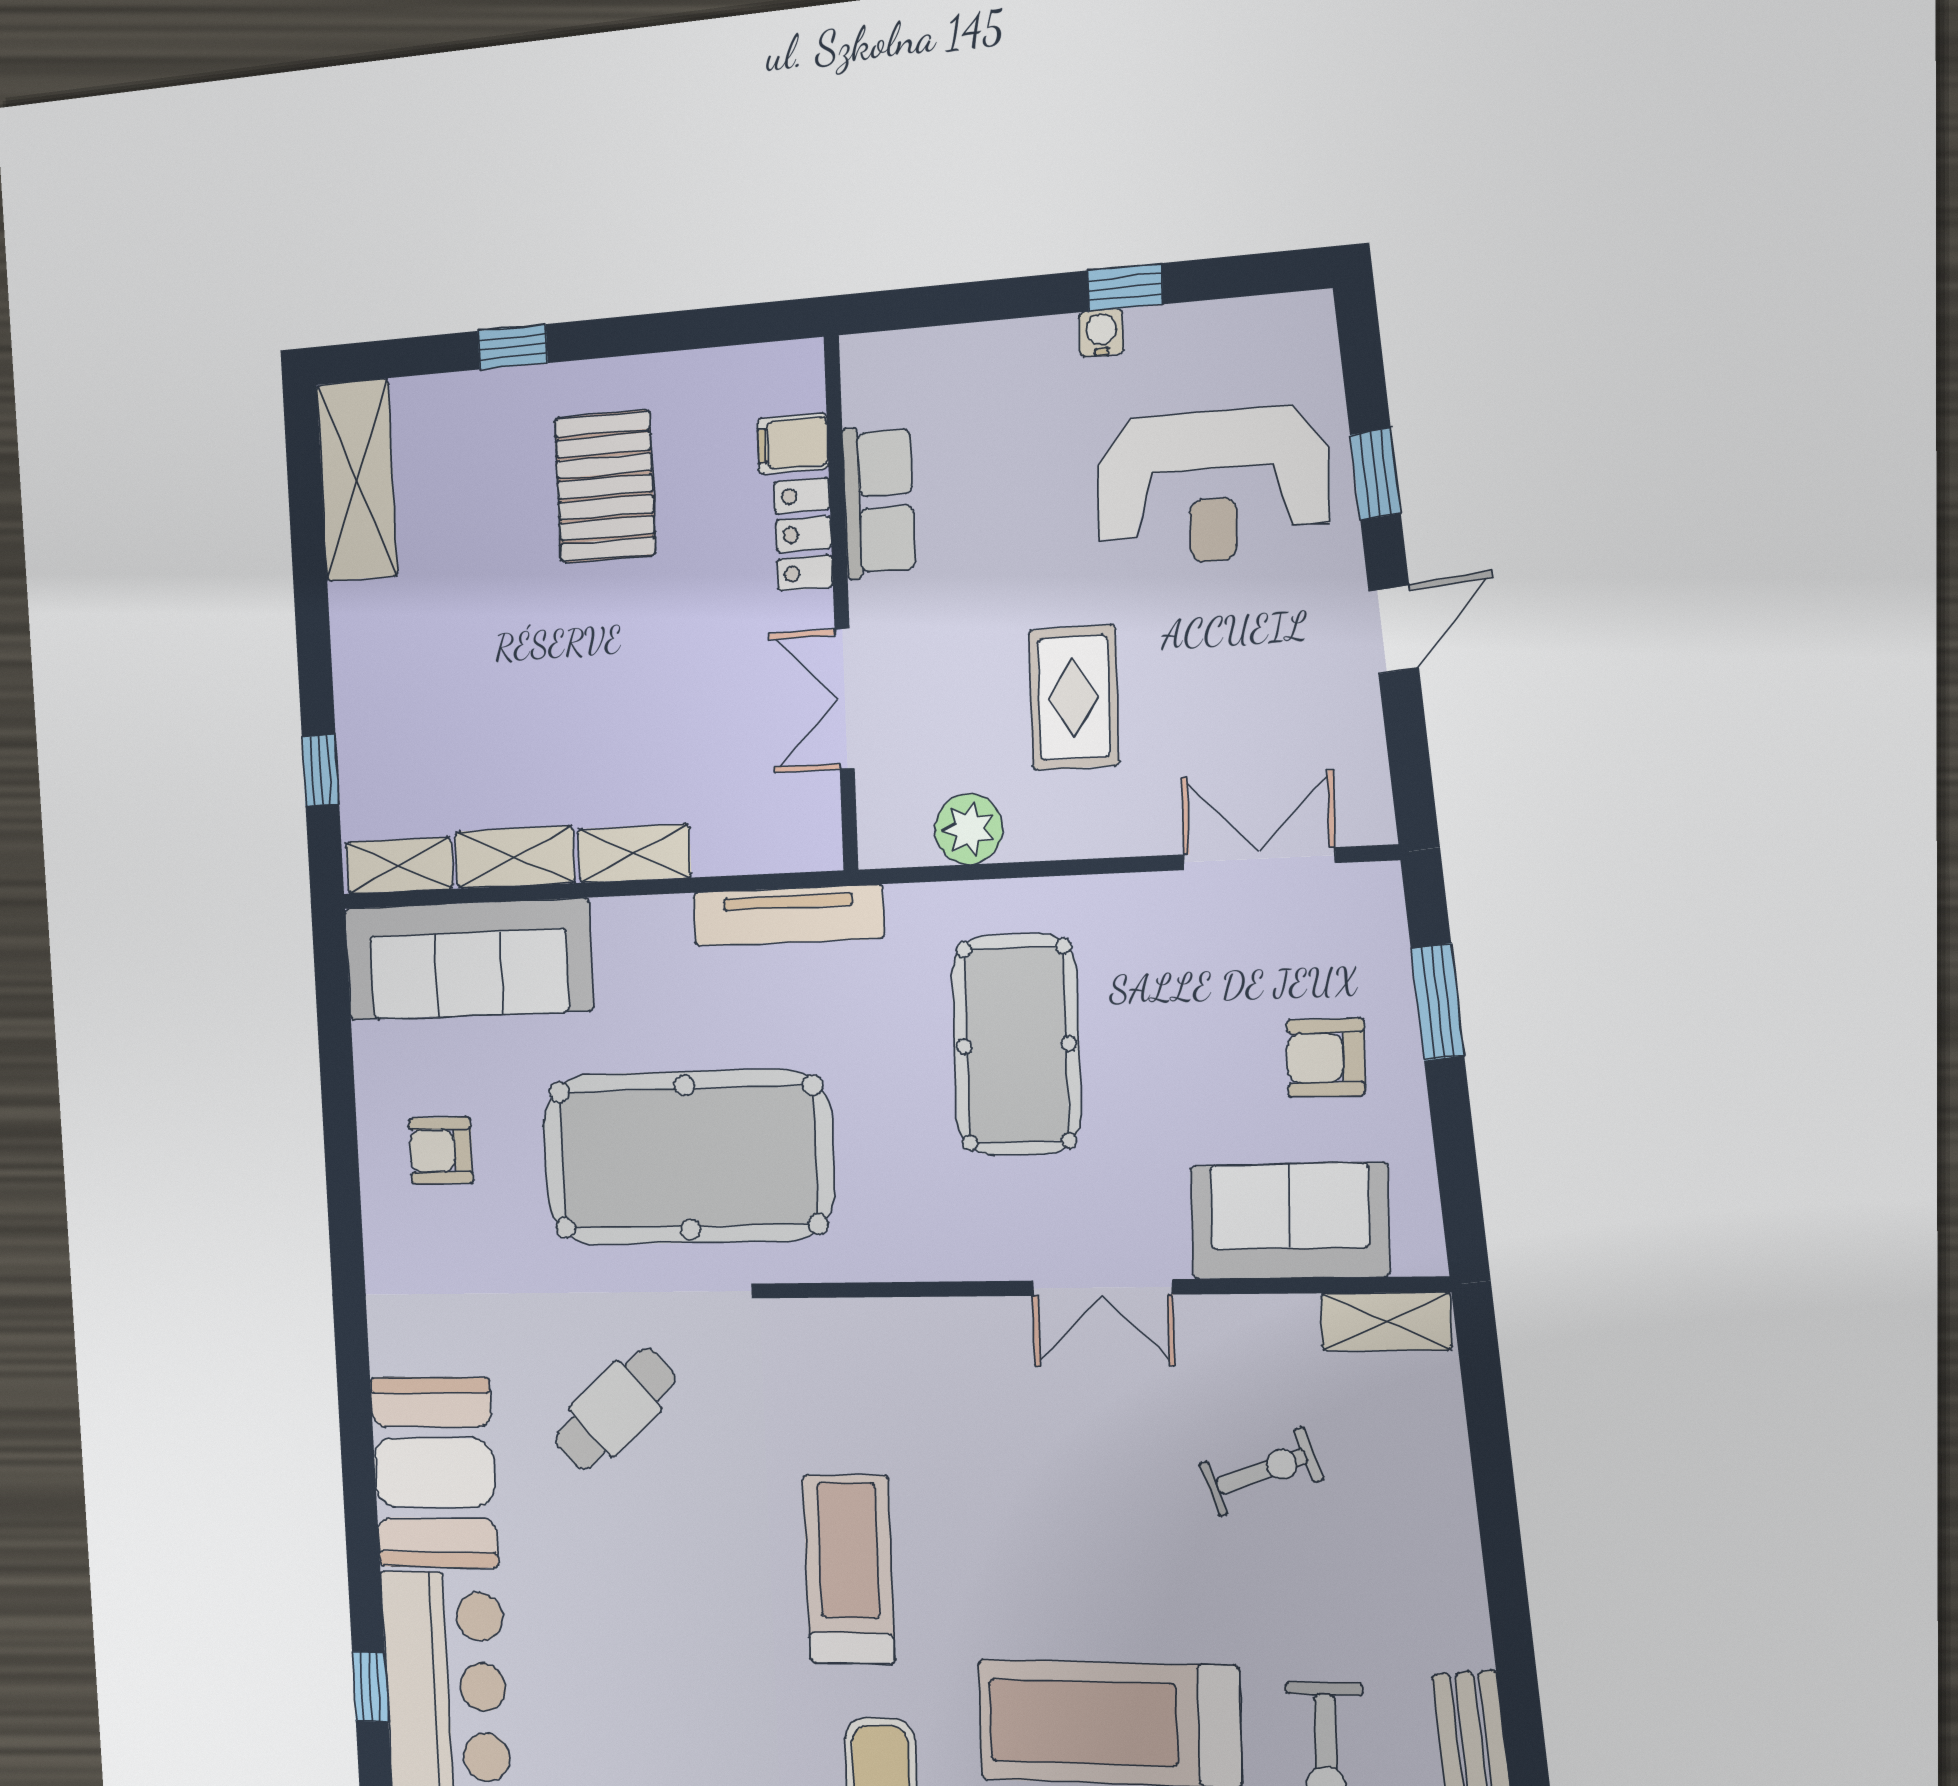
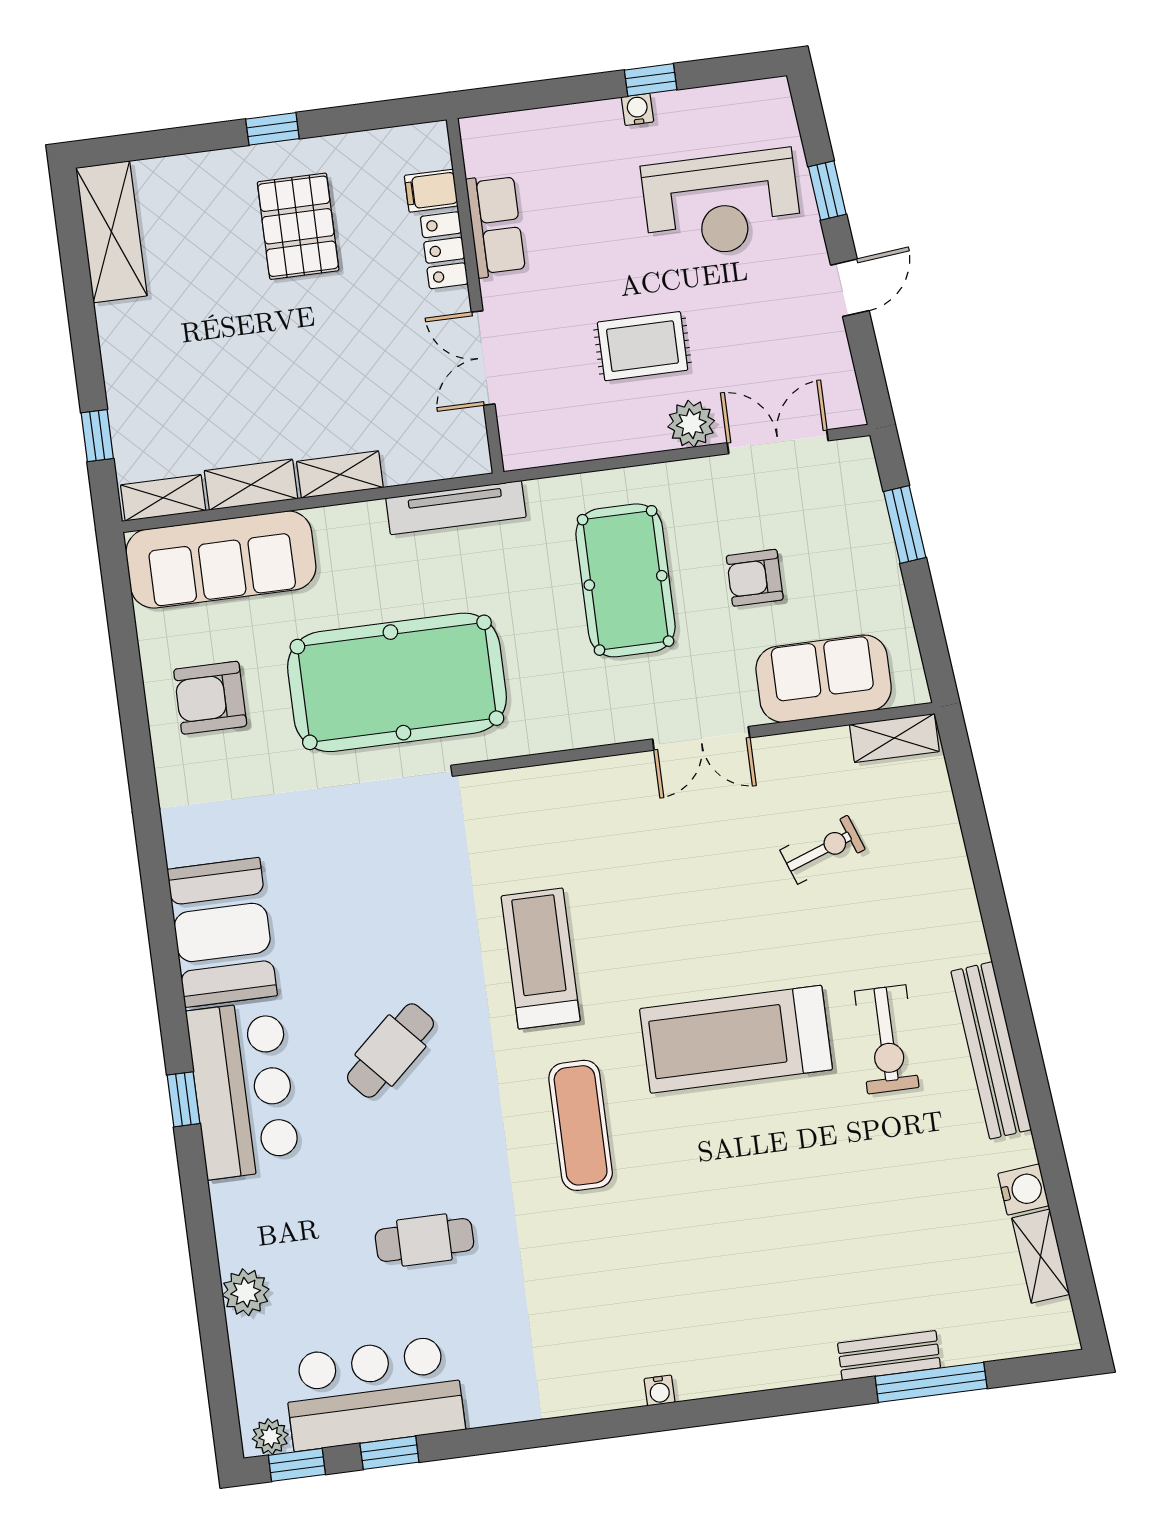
window: (513, 347) -> (272, 129), moved
rug: (1074, 698) -> (643, 346), turned 90
plant: (969, 829) -> (691, 424), moved
armchair: (1326, 1058) -> (755, 578), moved
armchair: (441, 1151) -> (210, 698), width x1.38, depth x1.38
cafe table: (615, 1409) -> (390, 1051), moved

